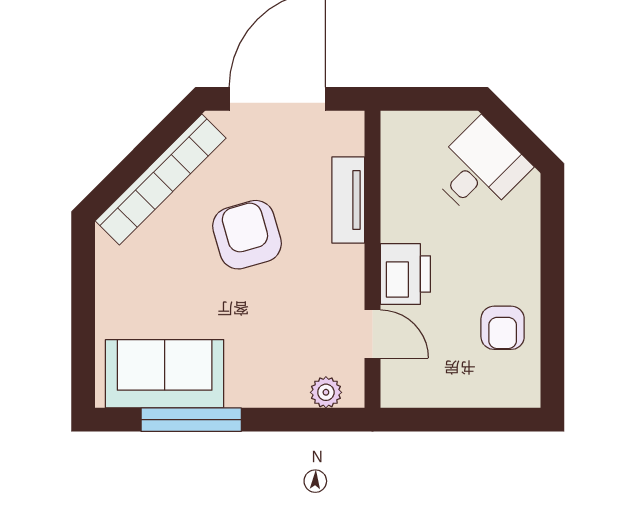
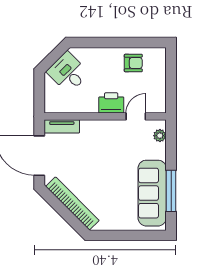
tv unit: (348, 200) -> (62, 126), moved
armchair: (247, 235) -> (95, 168), removed
sofa: (165, 374) -> (152, 193), width x1.36

